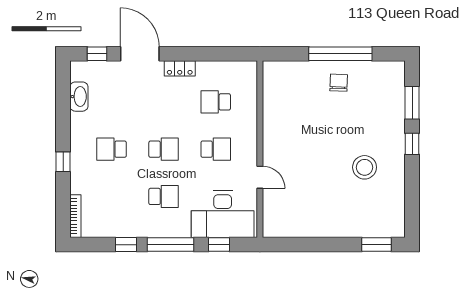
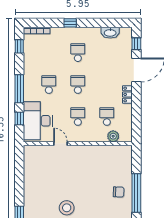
plant: (248, 92) -> (113, 136), added
school desk: (164, 149) -> (78, 85), turned 180
school desk: (216, 149) -> (78, 117), turned 180
door: (260, 177) -> (61, 144), swing flipped
school desk: (164, 196) -> (49, 85), turned 180
window: (126, 245) -> (19, 46), moved

